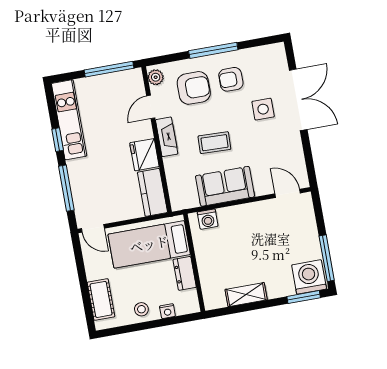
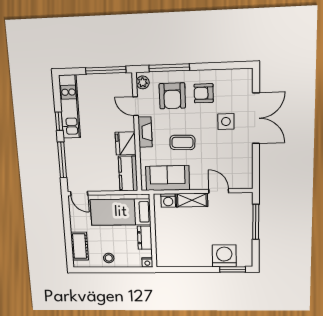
window: (213, 50) -> (169, 68), moved
armchair: (194, 88) -> (172, 96), turned 90
door: (151, 107) -> (136, 106), hinge flipped
sofa: (225, 186) -> (167, 178), moved
door: (288, 193) -> (219, 191), moved
window: (327, 258) -> (256, 222), moved
washing machine: (309, 277) -> (224, 256), moved
shelving: (246, 295) -> (192, 200), moved
nightstand: (167, 311) -> (147, 262), moved

